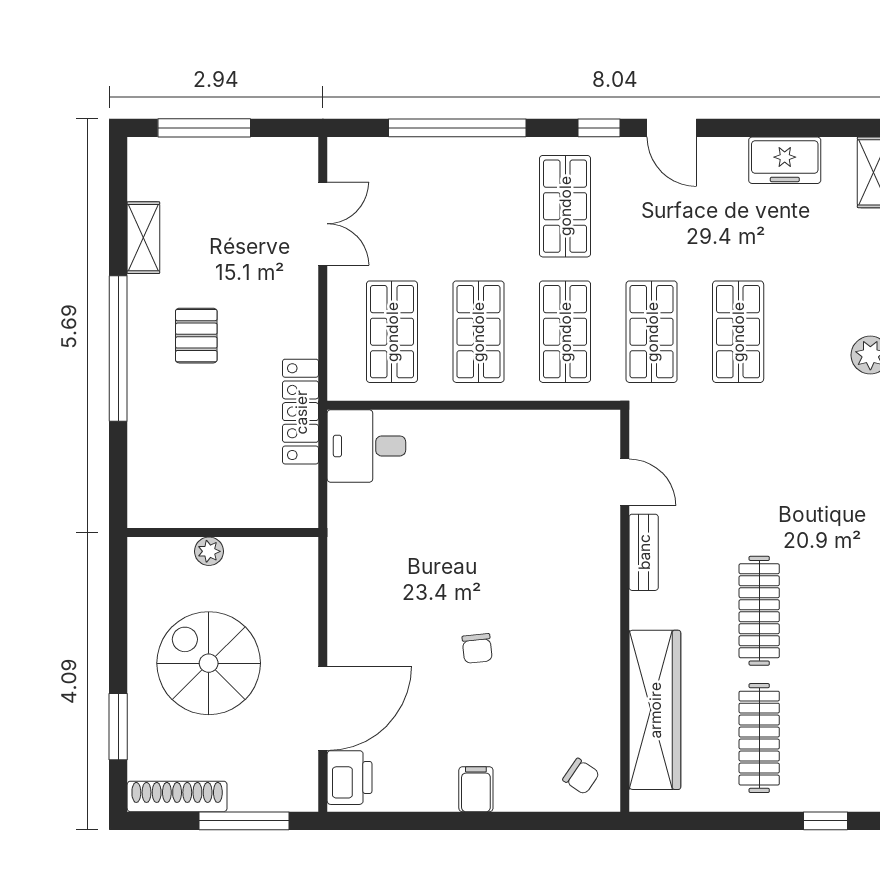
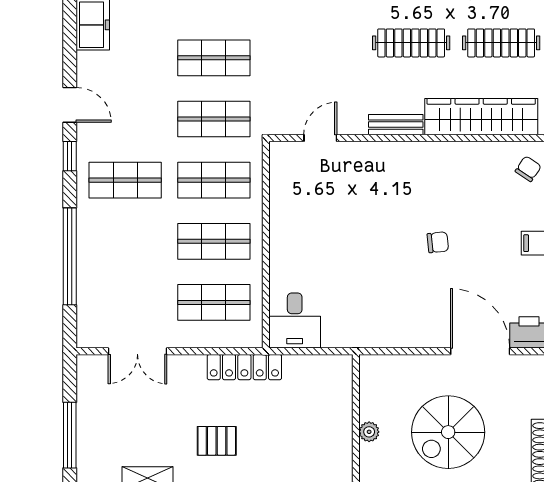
door: (672, 128) -> (70, 105), hinge flipped
double door: (323, 224) -> (137, 351), swing flipped
locker: (301, 412) -> (244, 367), moved
bench: (644, 552) -> (396, 125), moved

